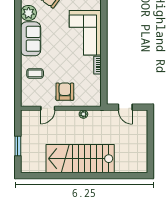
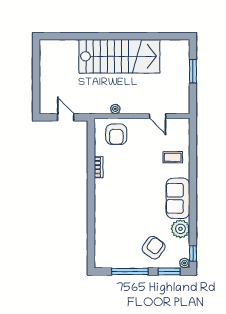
corner sofa: (85, 33) -> (113, 205), removed
armchair: (65, 92) -> (116, 134), moved
door: (48, 108) -> (158, 116), swing flipped

